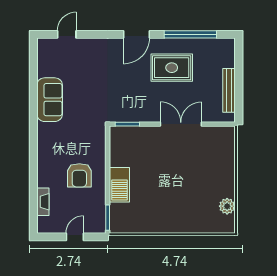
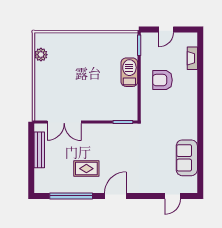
rug: (172, 68) -> (86, 169), width x0.73, depth x0.70
sofa: (50, 100) -> (187, 158), moved
double door: (181, 124) -> (64, 122), moved
armchair: (79, 175) -> (162, 80), turned -90

